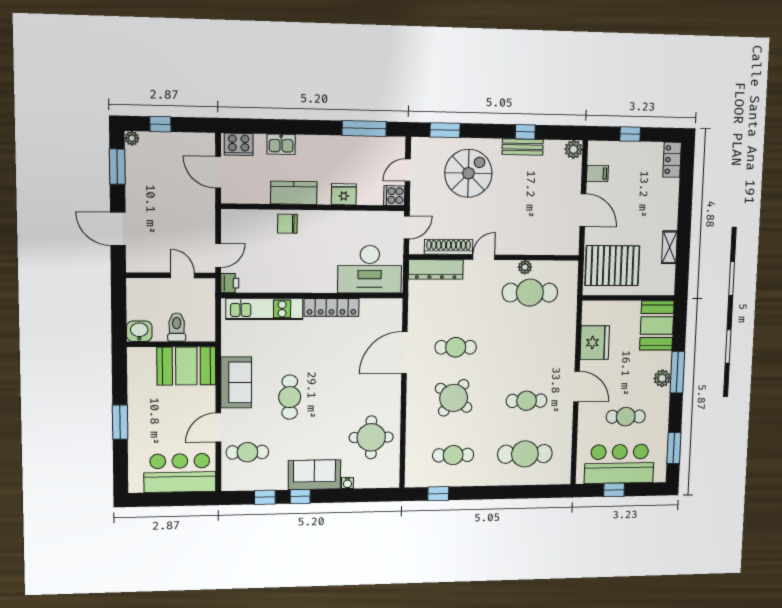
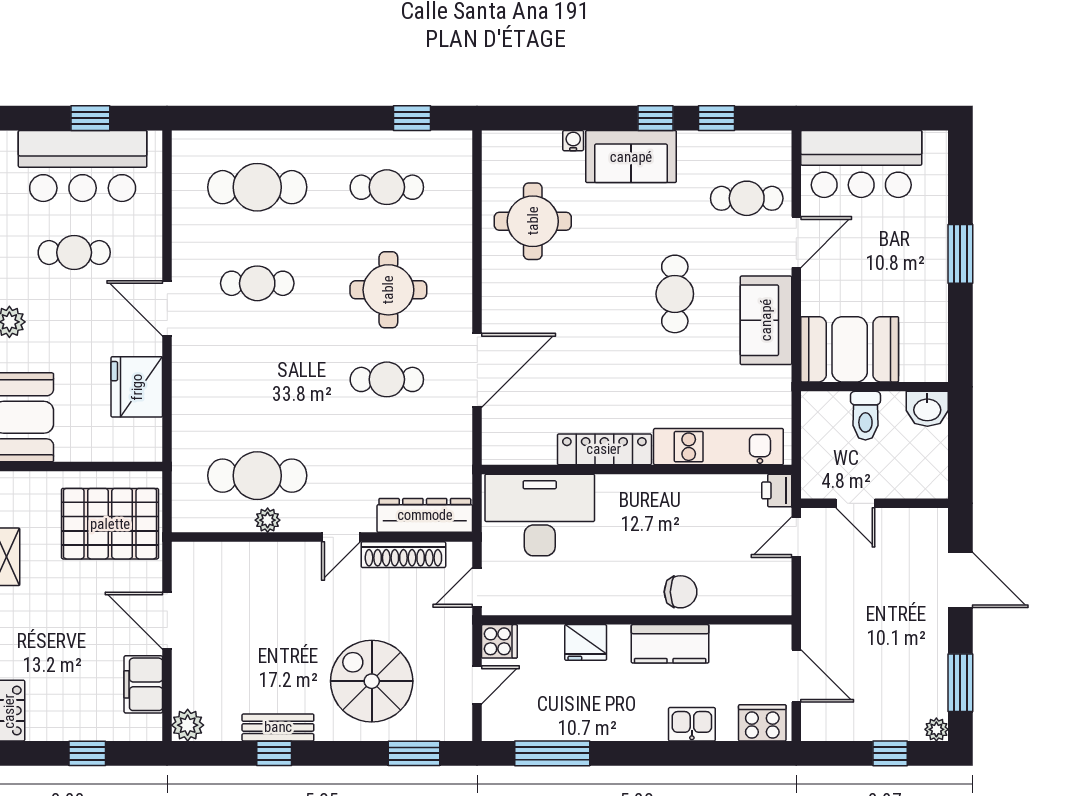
spiral stairs: (468, 173) -> (372, 681), turned 90
filing cabinet: (597, 173) -> (143, 684), width x2.00
round table: (454, 398) -> (388, 290), turned -36

